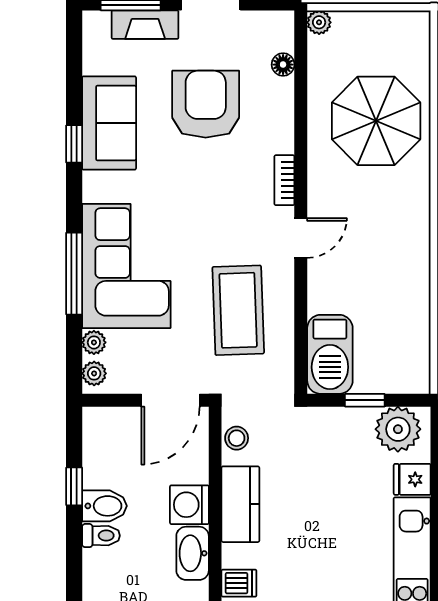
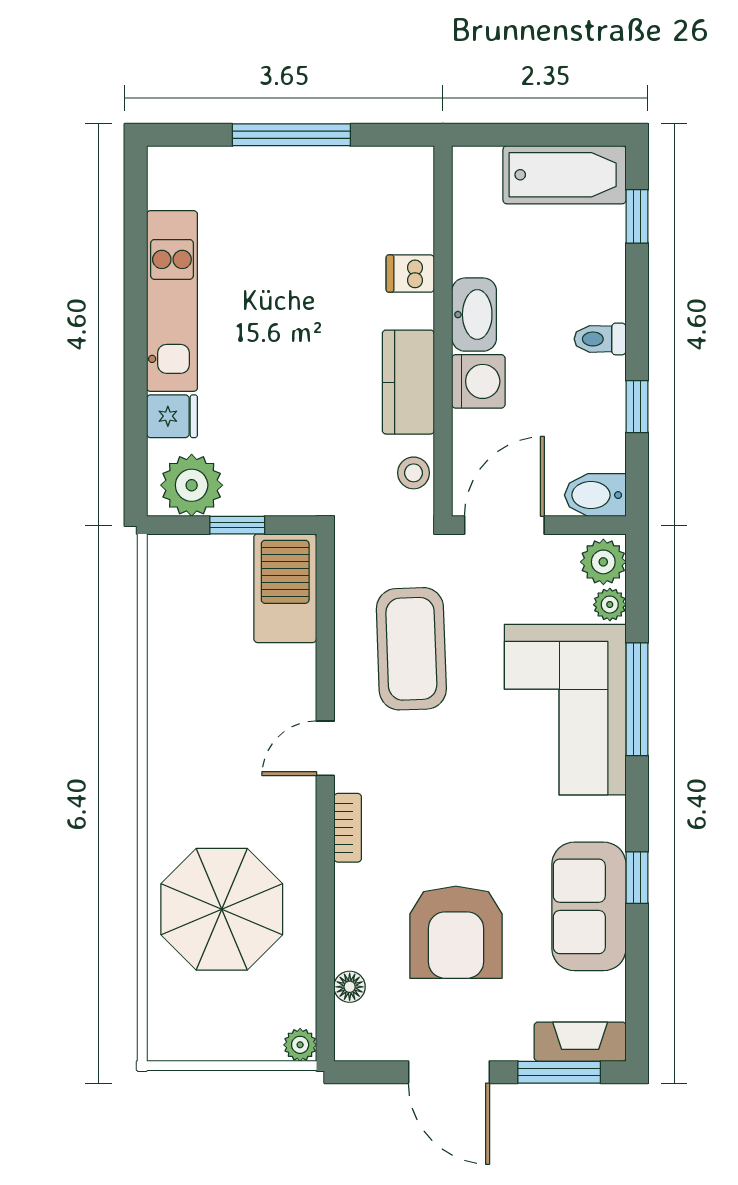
fireplace: (145, 25) -> (580, 1042), moved
plant: (94, 373) -> (603, 562), width x1.38, depth x1.38
bidet: (104, 506) -> (595, 495), moved

